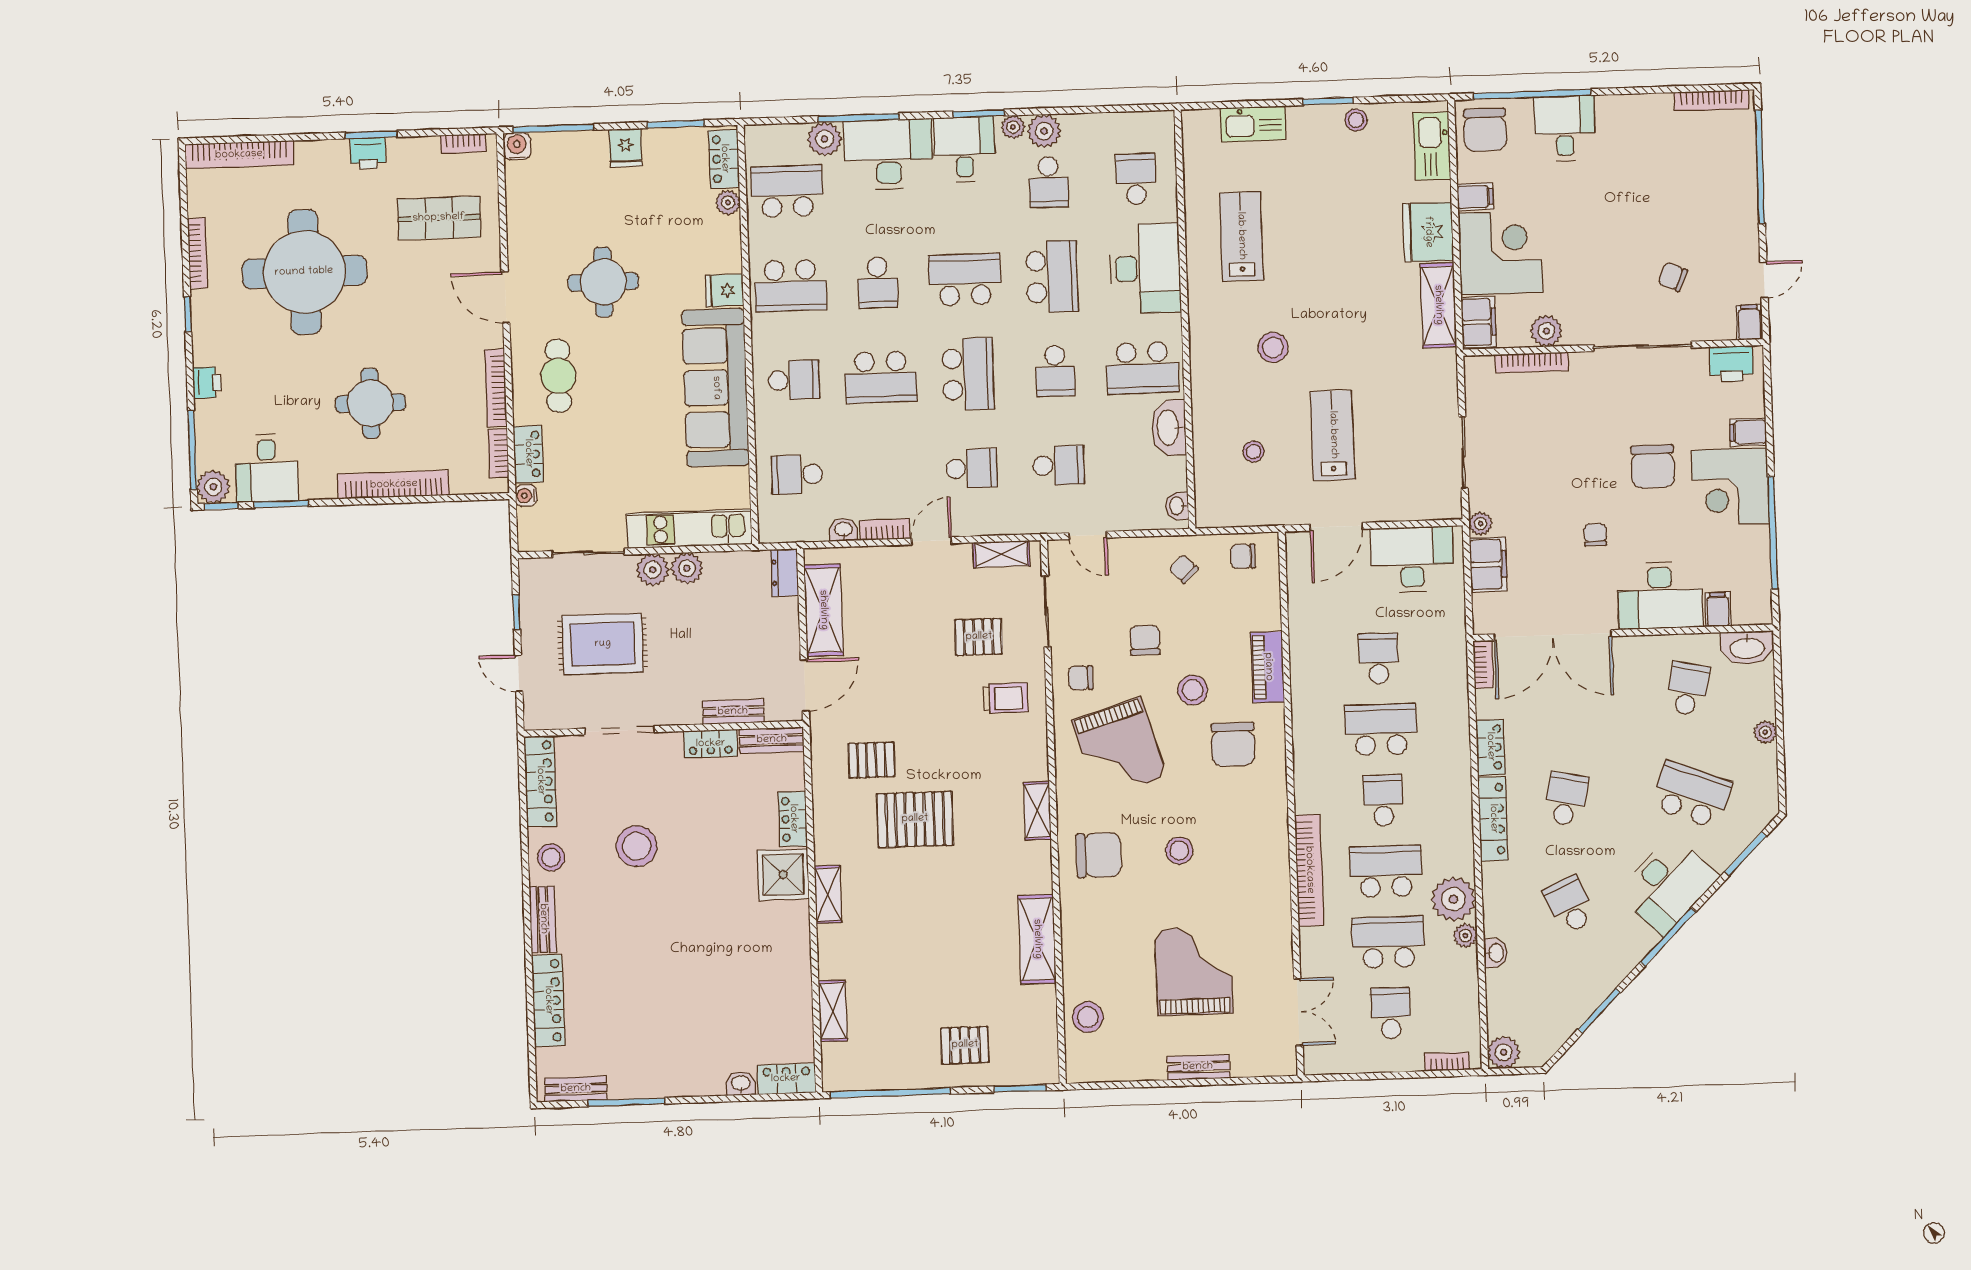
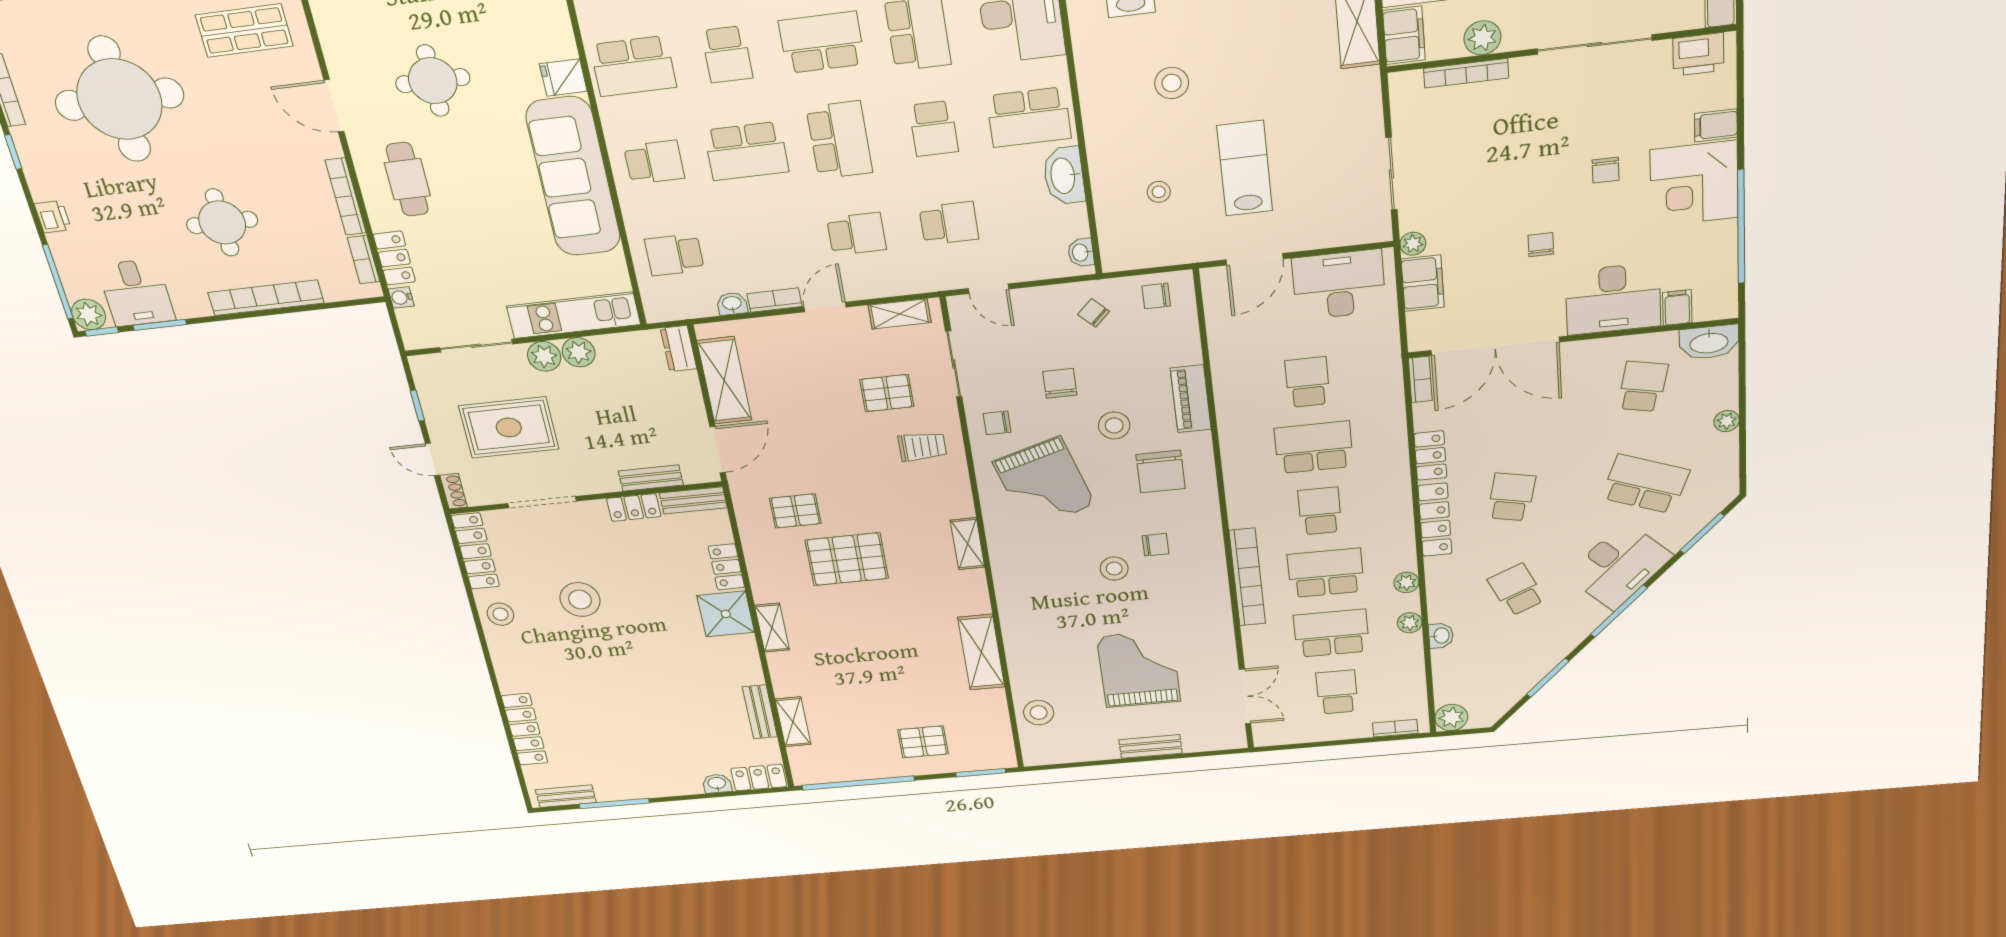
chair: (1653, 466) -> (1606, 170), width x0.54, depth x0.54
shoe rack: (532, 711) -> (454, 491), added
chair: (1099, 855) -> (1156, 545), moved, width x0.54, depth x0.54
plant: (1453, 899) -> (1406, 582), width x0.53, depth x0.53
bench: (543, 919) -> (760, 712), moved

